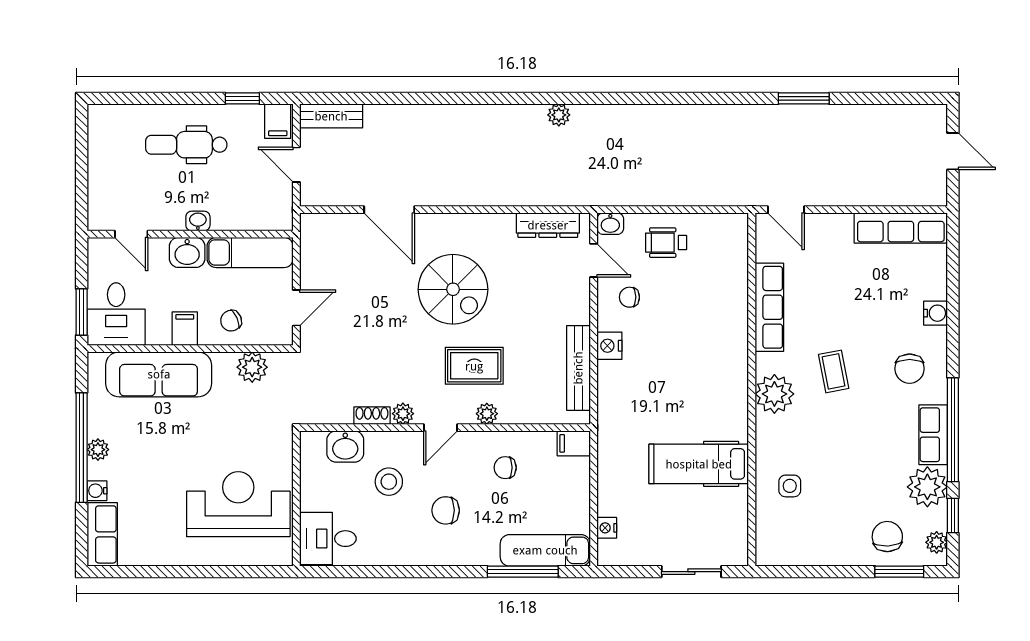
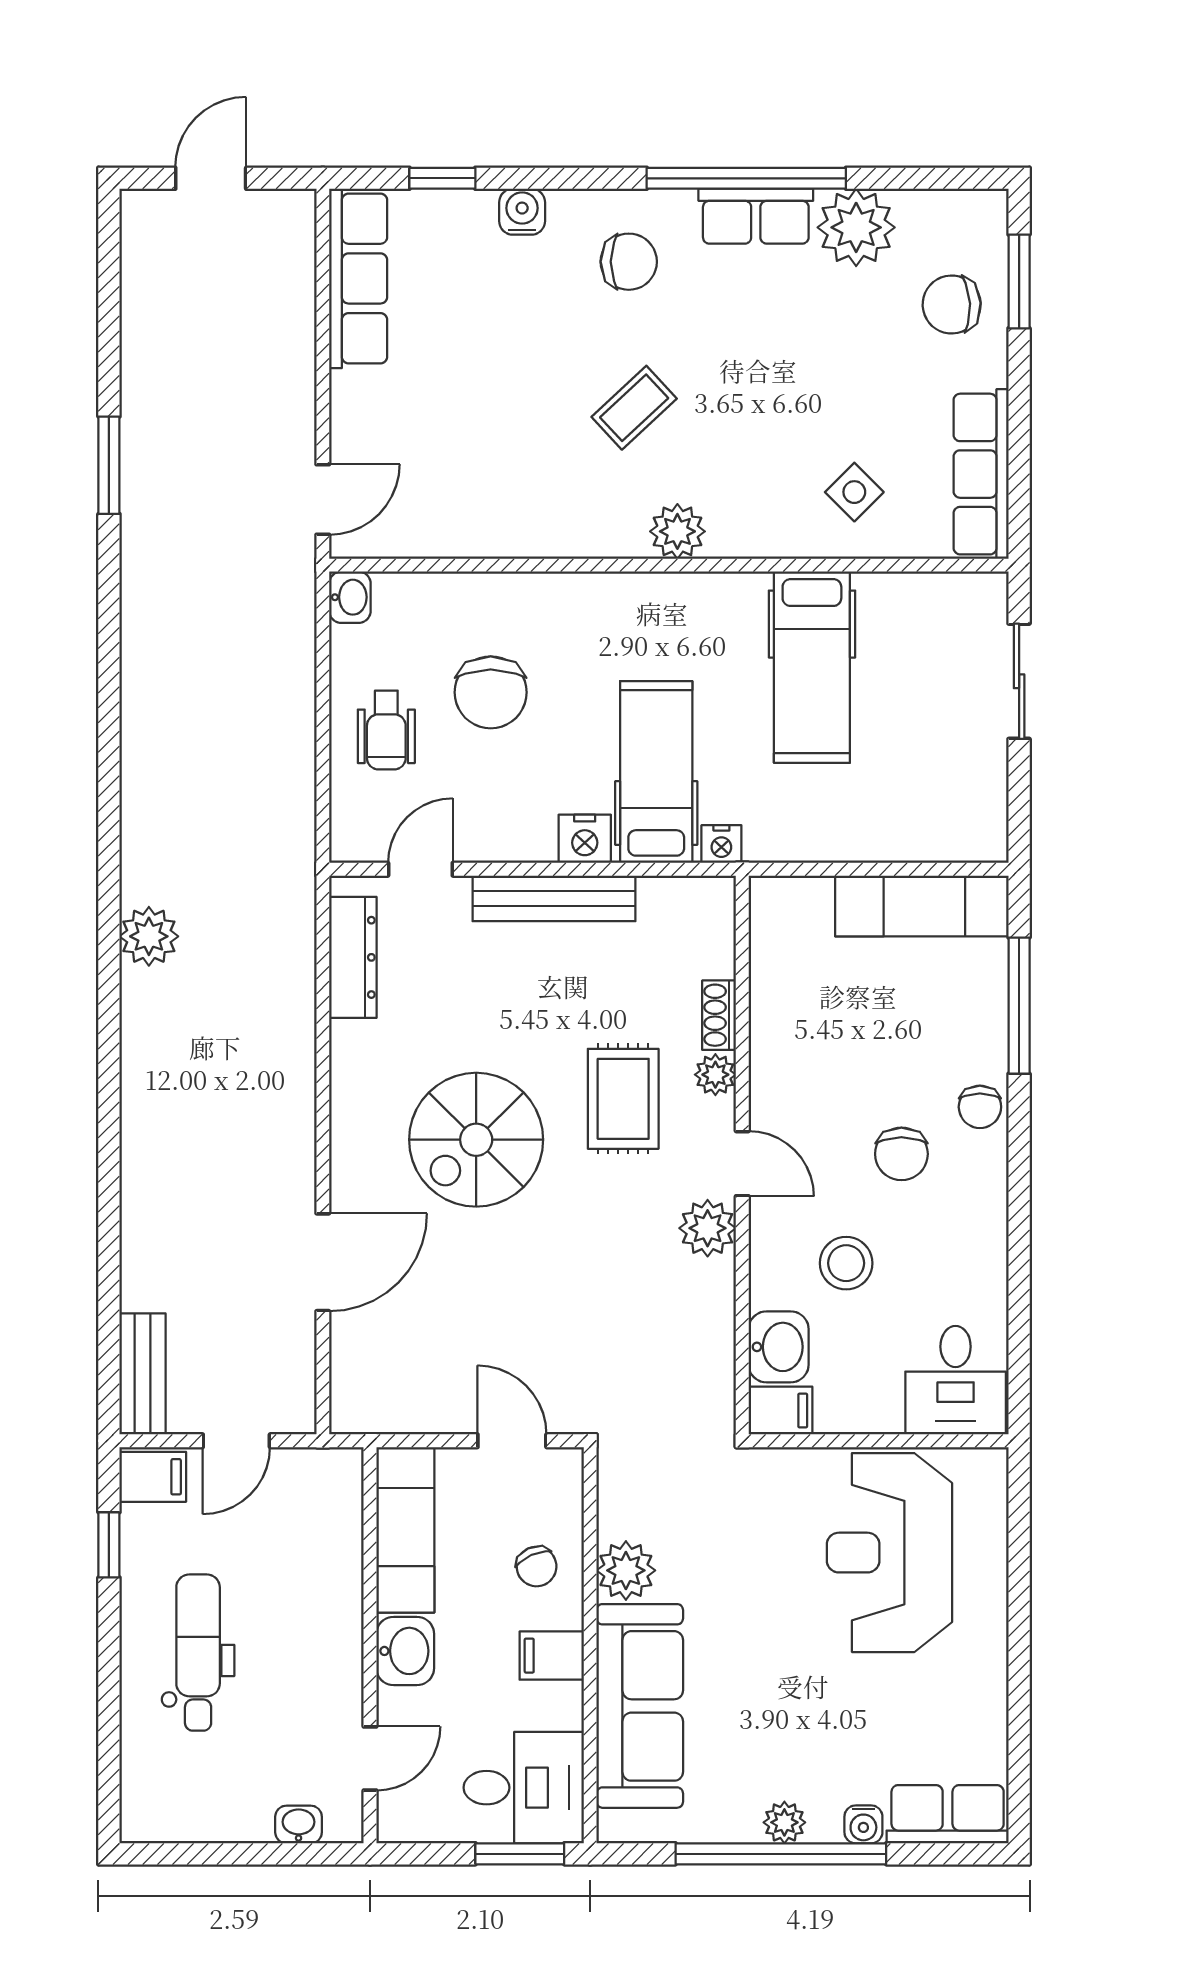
plant: (559, 115) -> (149, 936), width x1.38, depth x1.38
dental chair: (186, 145) -> (198, 1653), turned 180
washbasin: (198, 221) -> (299, 1825), moved, turned 90
washbasin: (610, 224) -> (350, 597), moved
spiral stairs: (453, 289) -> (476, 1140), turned 180
chair: (629, 297) -> (491, 692), moved, width x1.87, depth x1.87
row of seats: (769, 307) -> (981, 474), moved, turned -90
plant: (252, 367) -> (626, 1570), moved
bench: (578, 368) -> (554, 898), moved
coffee table: (834, 371) -> (634, 408), turned -32
hospital bed: (644, 383) -> (656, 772), added
plant: (774, 394) -> (677, 531), width x0.73, depth x0.73
plant: (403, 414) -> (708, 1228), width x1.38, depth x1.38
shoe rack: (372, 416) -> (719, 1015), moved
filing cabinet: (574, 443) -> (780, 1411), moved, turned -90
chair: (505, 468) -> (980, 1107), moved
side table: (790, 486) -> (854, 492), turned 45
window: (953, 515) -> (442, 178), moved
nightstand: (607, 528) -> (721, 844), moved
plant: (937, 542) -> (963, 210), removed
exam couch: (545, 550) -> (922, 906), moved, turned -90

